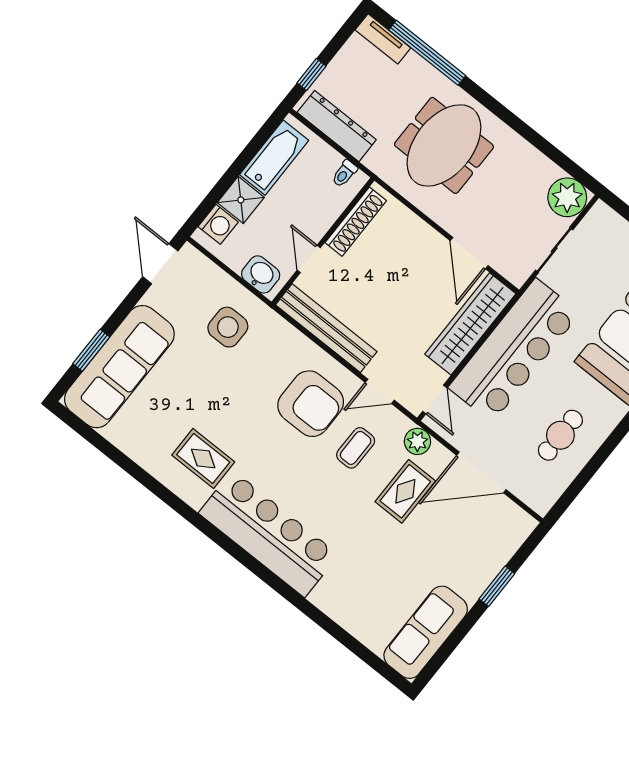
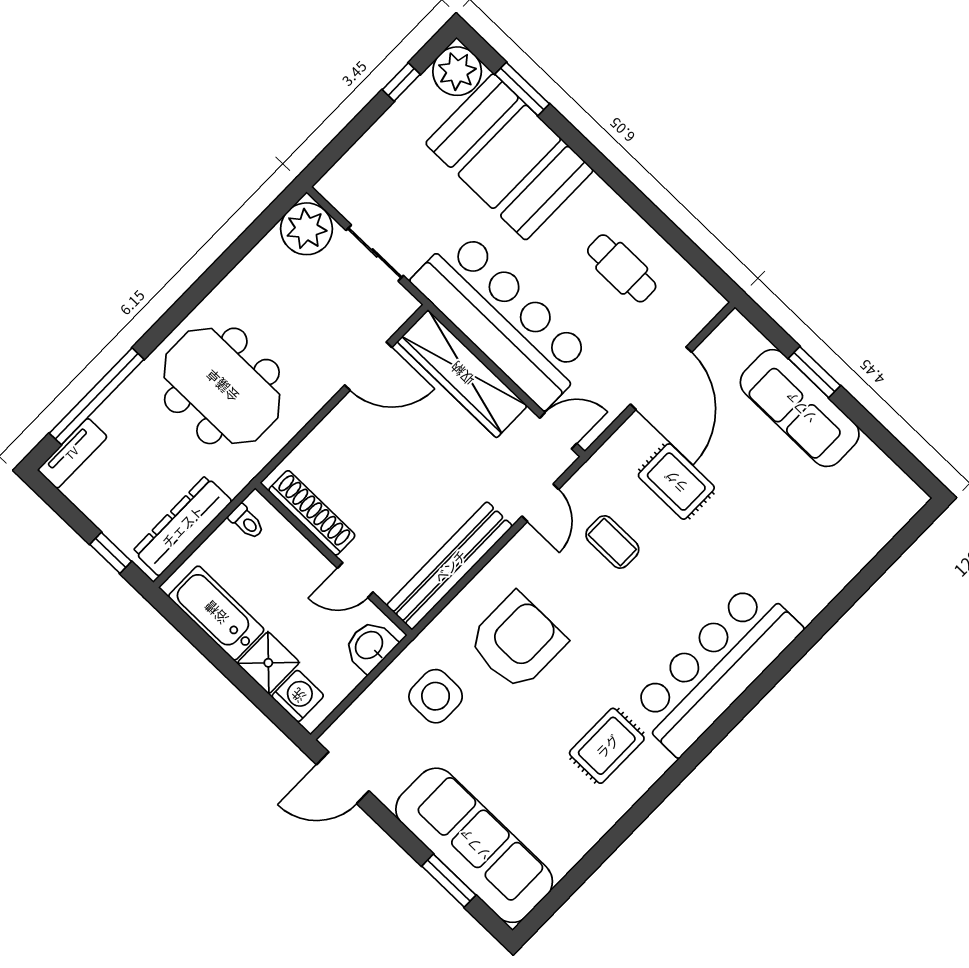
armchair: (311, 404) -> (517, 641), moved
plant: (417, 441) -> (612, 459), removed
sofa: (426, 632) -> (800, 408), moved

